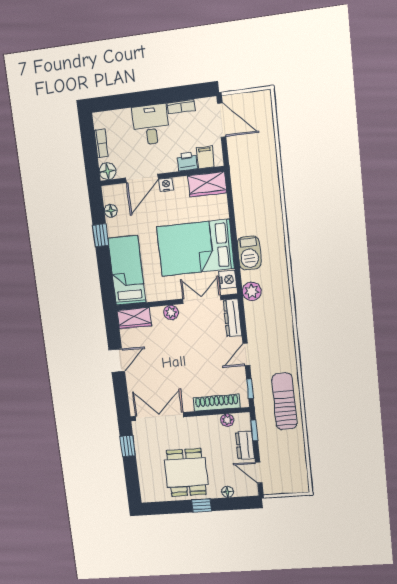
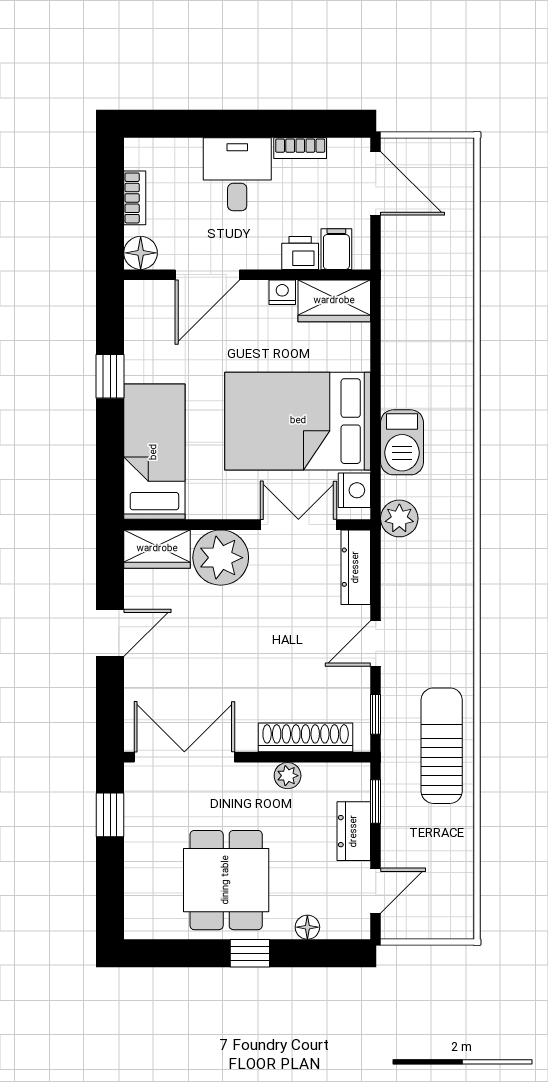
nightstand: (166, 185) -> (282, 292), moved
floor lamp: (111, 211) -> (137, 330), removed
plant: (171, 312) -> (221, 558), width x1.87, depth x1.87
plant: (227, 420) -> (288, 776), moved
door: (259, 473) -> (376, 891), swing flipped

